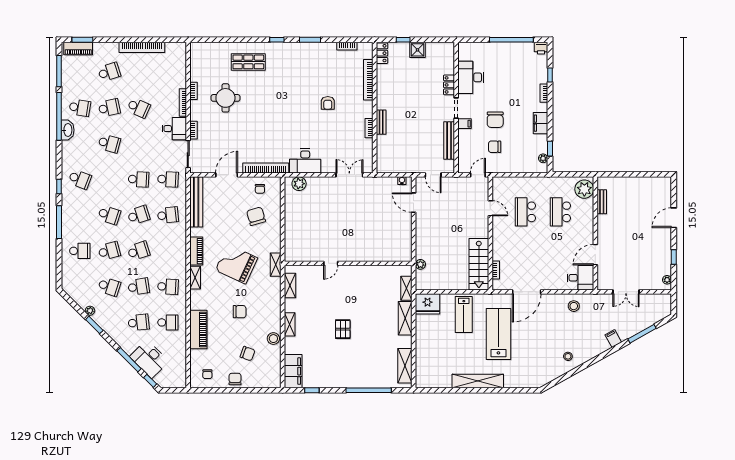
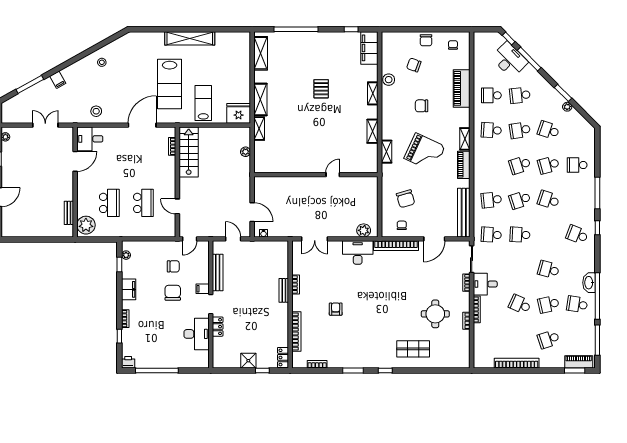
door: (331, 263) -> (333, 175), moved
wall: (348, 263) -> (316, 175), moved

